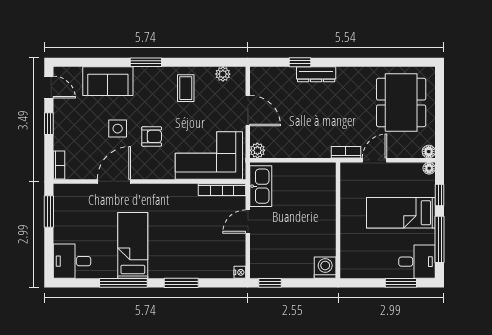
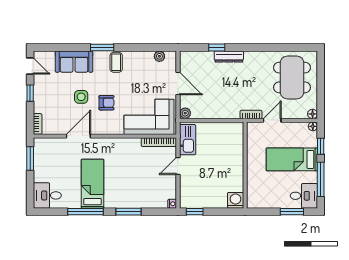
coffee table: (186, 88) -> (116, 62), moved

